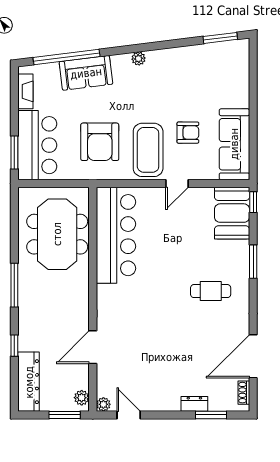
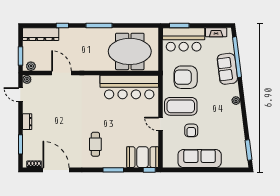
sofa: (234, 144) -> (200, 159), moved
dresser: (194, 404) -> (27, 122), moved
door: (129, 415) -> (20, 95), swing flipped

